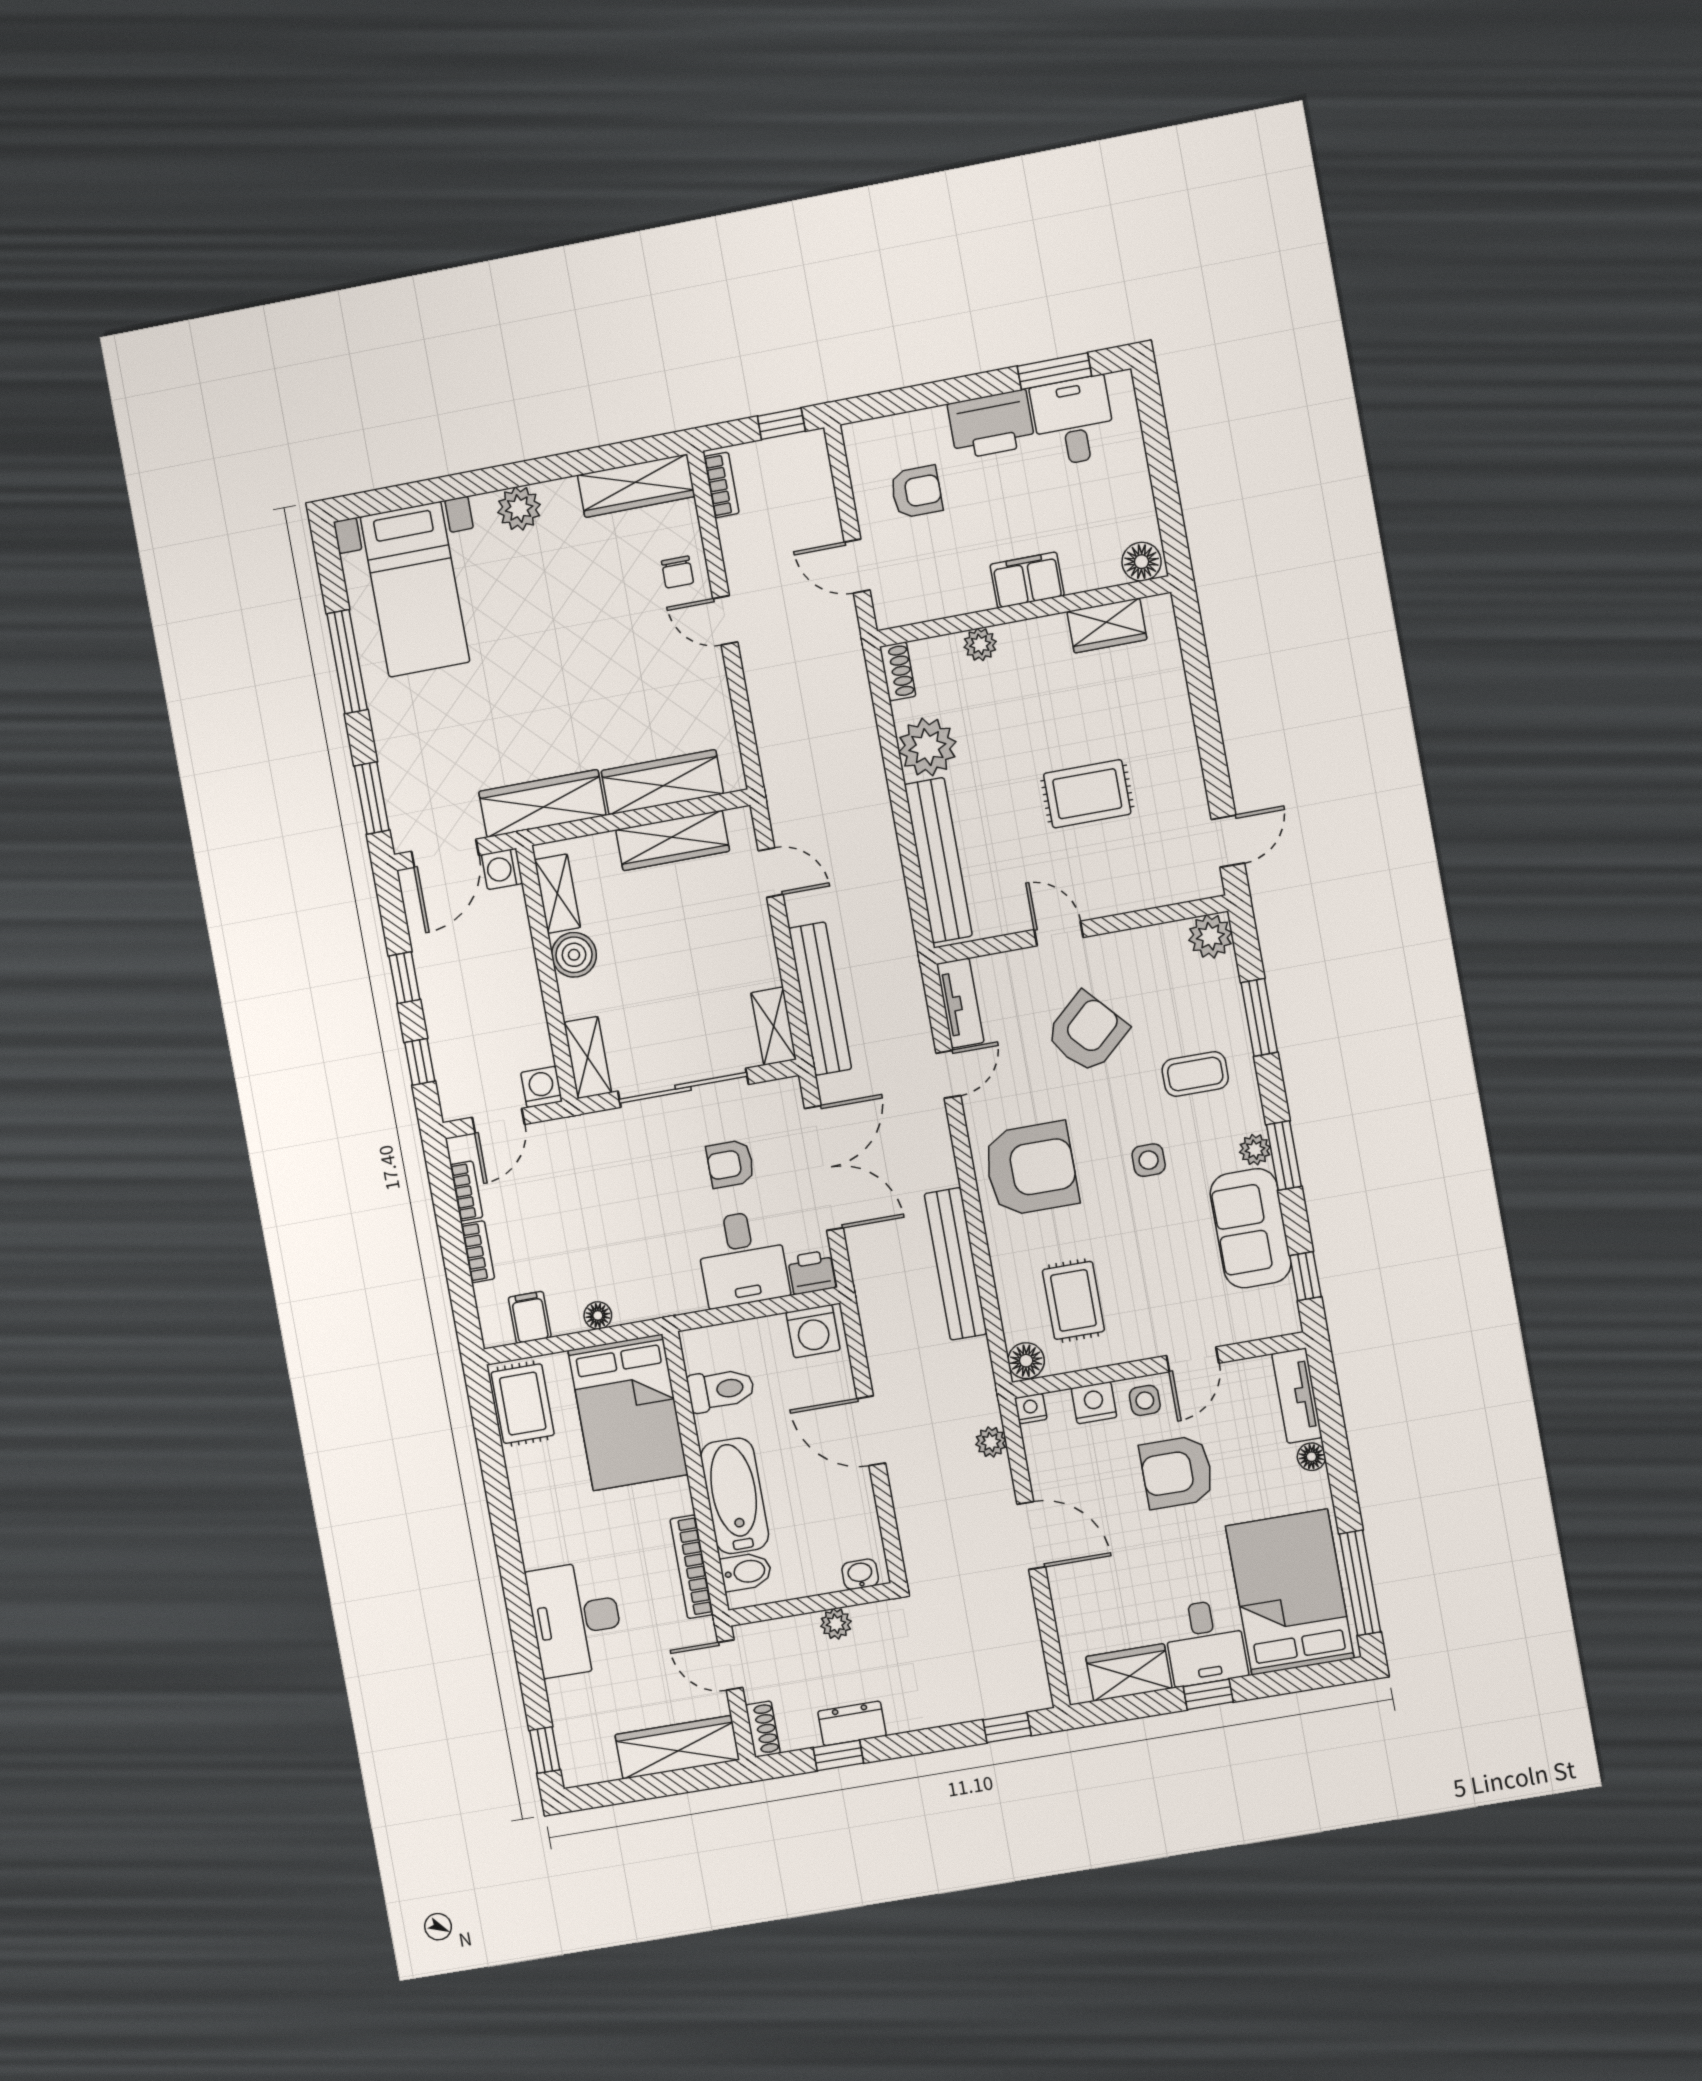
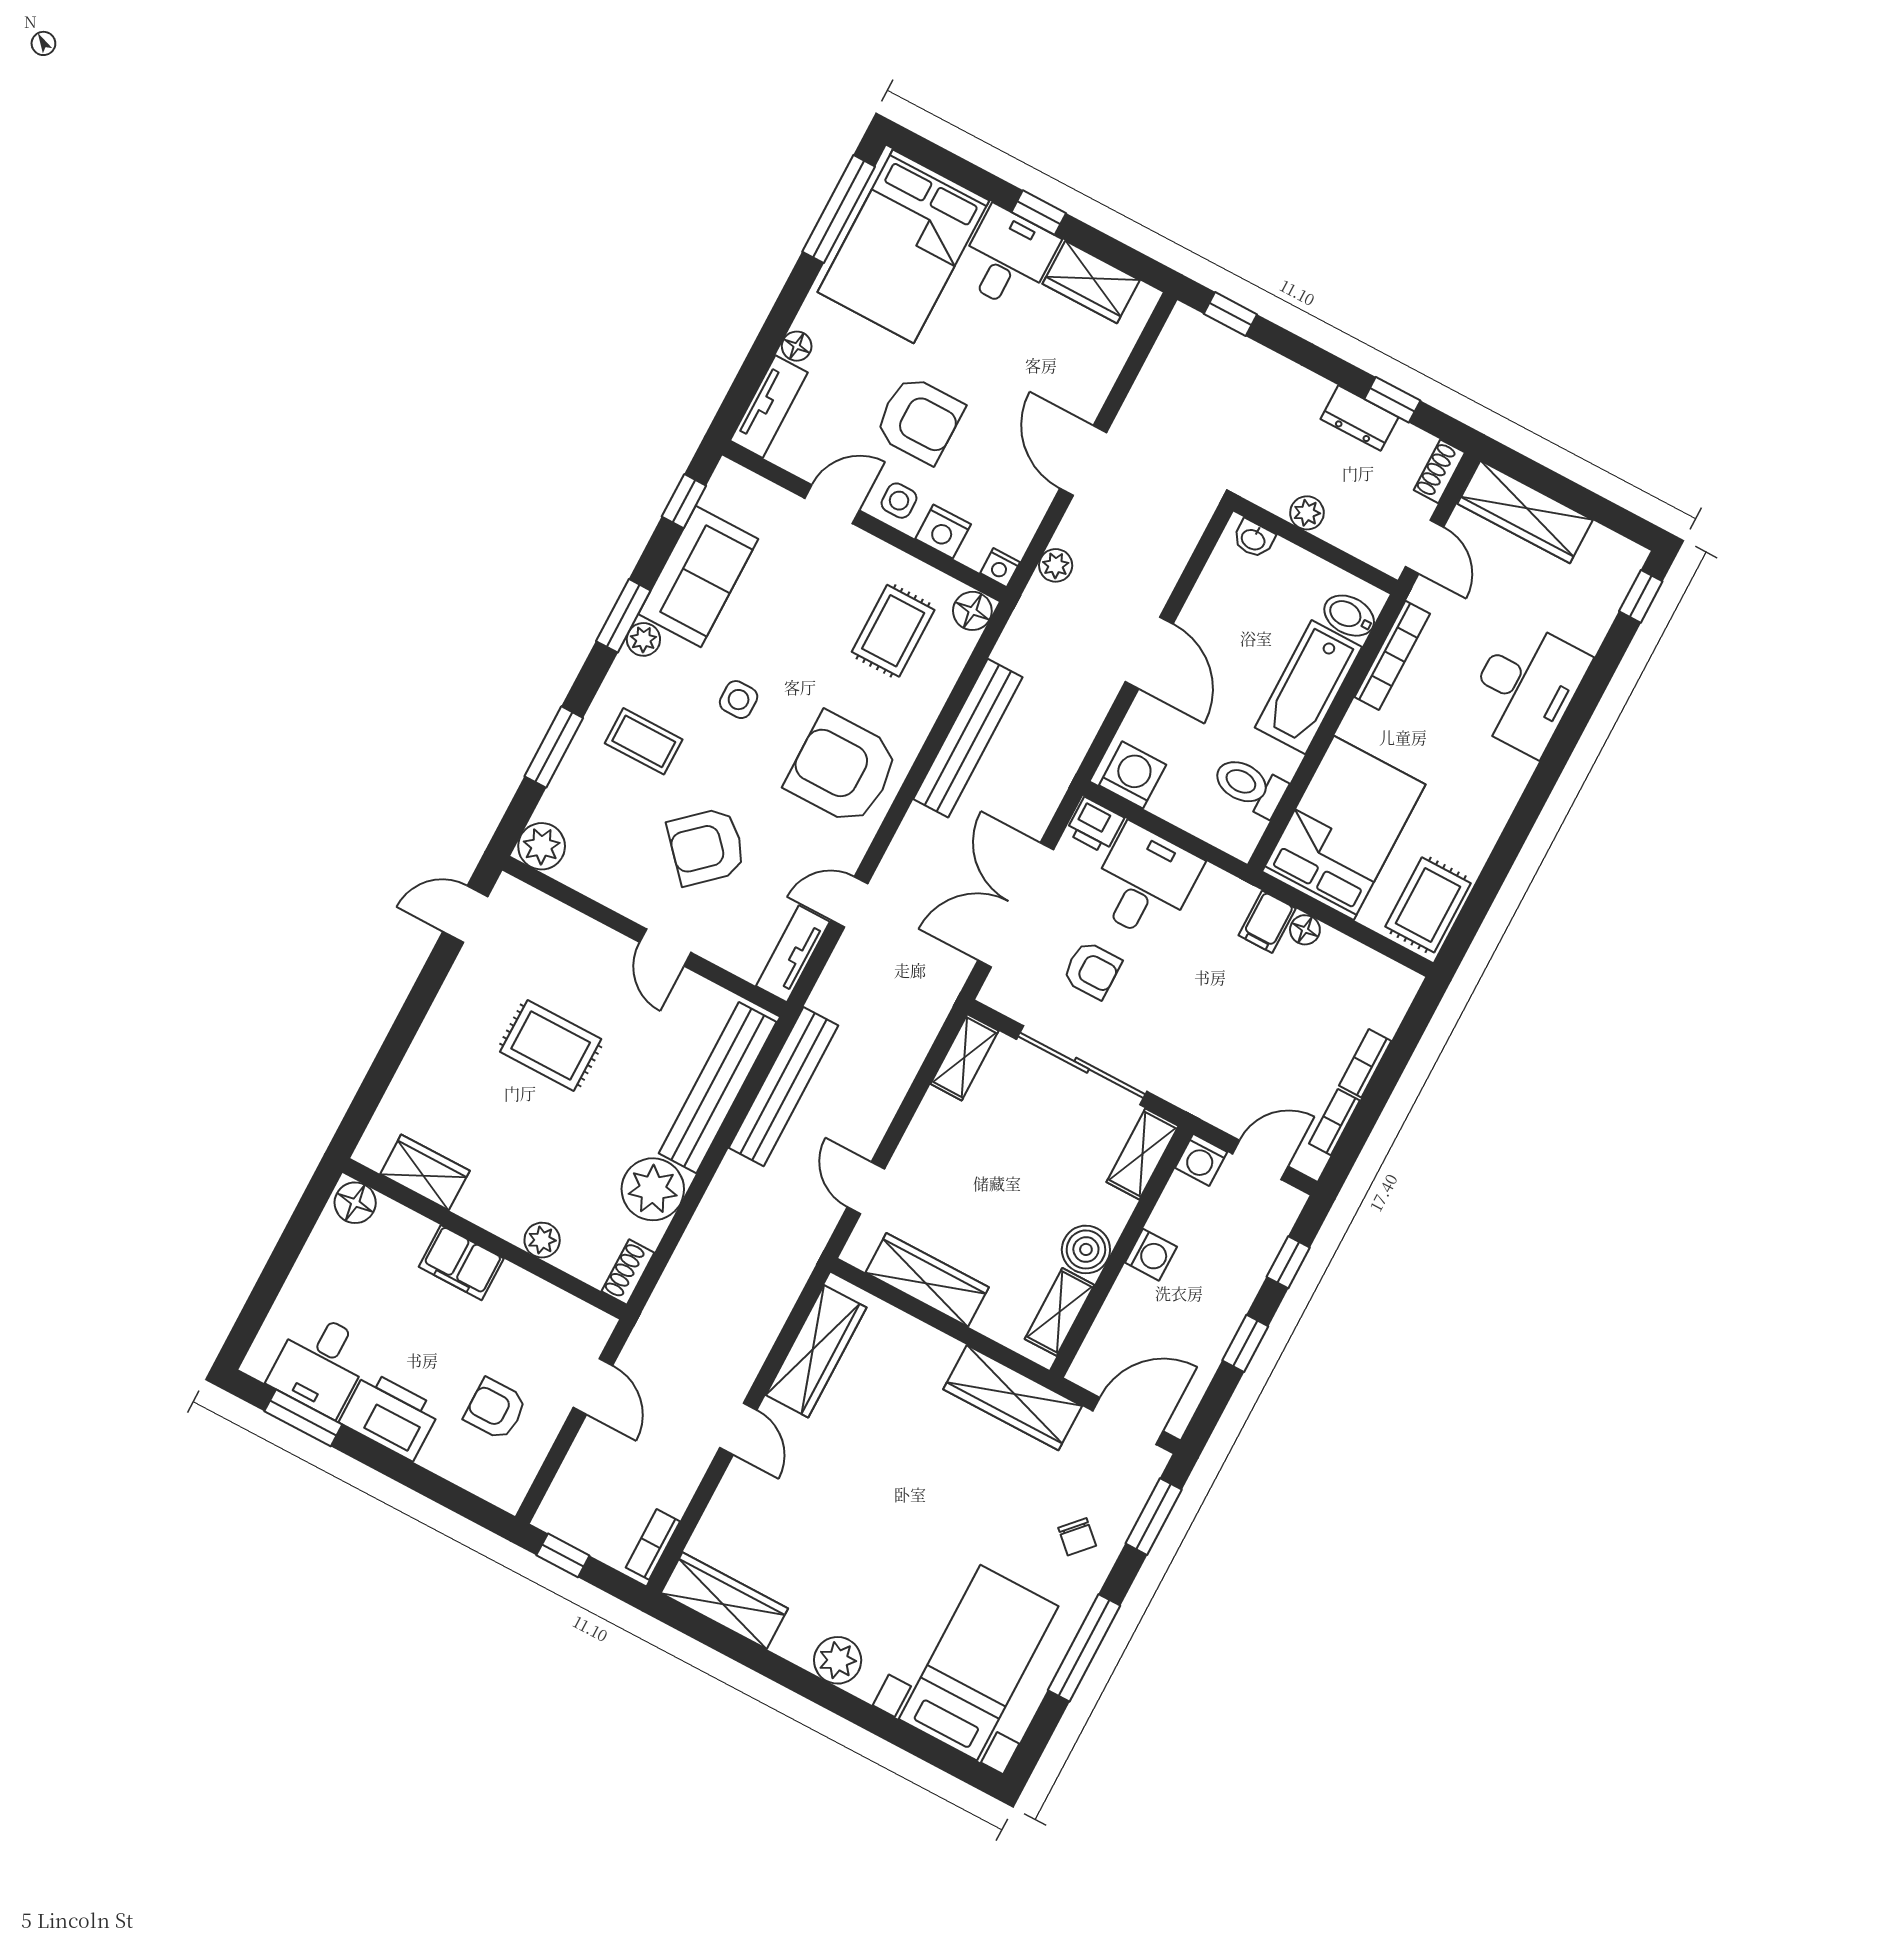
chair: (677, 572) -> (1077, 1537), moved, turned 133
wardrobe: (662, 782) -> (816, 1351), moved, turned -90
washing machine: (502, 869) -> (1151, 1255), moved
bench: (820, 999) -> (783, 1087), moved
filing cabinet: (530, 1317) -> (1267, 922), moved

